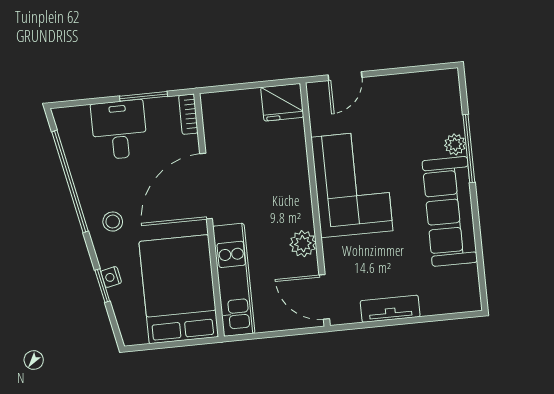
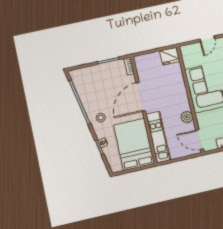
door: (345, 76) -> (207, 39), moved
desk: (119, 130) -> (99, 77), removed

